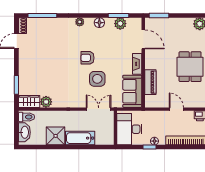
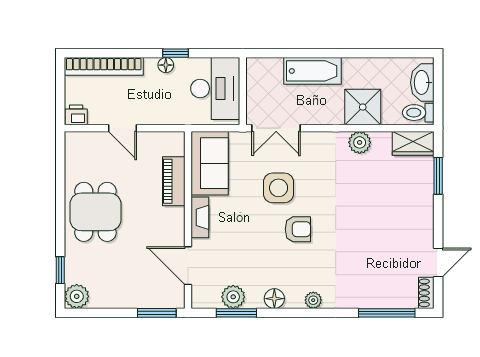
plant: (46, 102) -> (360, 142), moved
shower: (56, 136) -> (363, 107), moved

